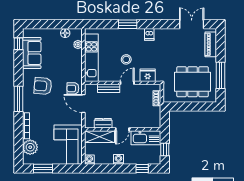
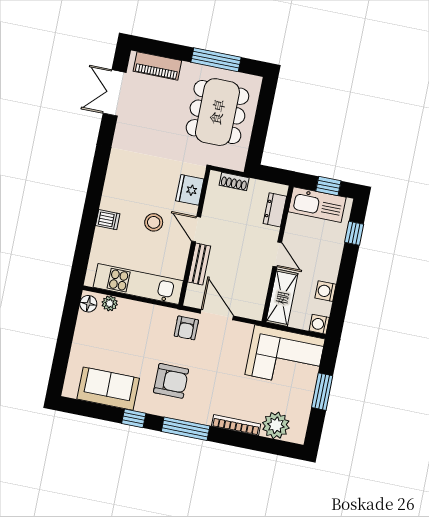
window: (128, 24) -> (92, 207), removed
floor lamp: (65, 33) -> (88, 304), moved
dishwasher: (149, 34) -> (108, 220), moved
window: (19, 44) -> (134, 418), moved
armchair: (43, 86) -> (171, 381), turned -95
door: (83, 103) -> (217, 315), swing flipped
dresser: (103, 123) -> (275, 210), moved
kitchen sink: (146, 138) -> (317, 205), moved, turned 90
washing machine: (118, 159) -> (326, 291), moved
window: (43, 168) -> (322, 392), moved

